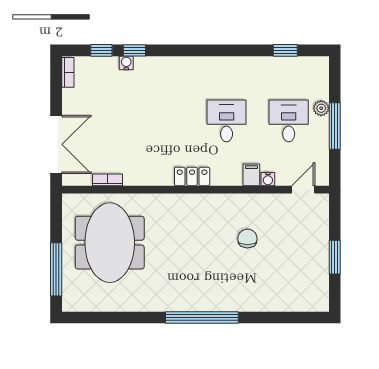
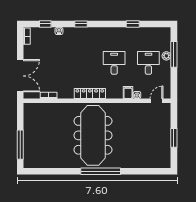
window: (134, 50) -> (81, 24), moved
window: (285, 50) -> (133, 24), moved
window: (335, 126) -> (174, 54), moved
locker: (192, 176) -> (90, 93), width x1.53
chair: (247, 239) -> (126, 128), removed
meeting table: (110, 243) -> (93, 135), moved, width x1.36

